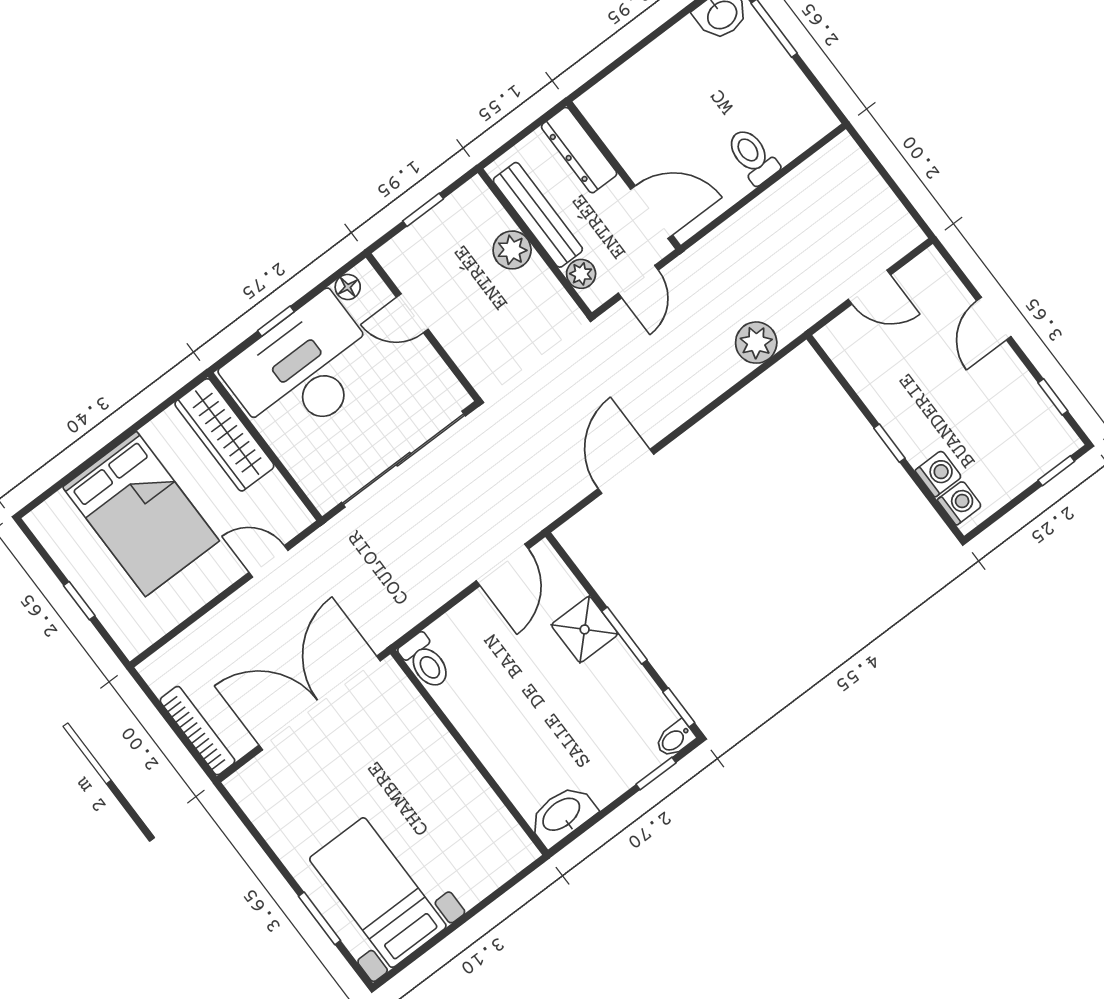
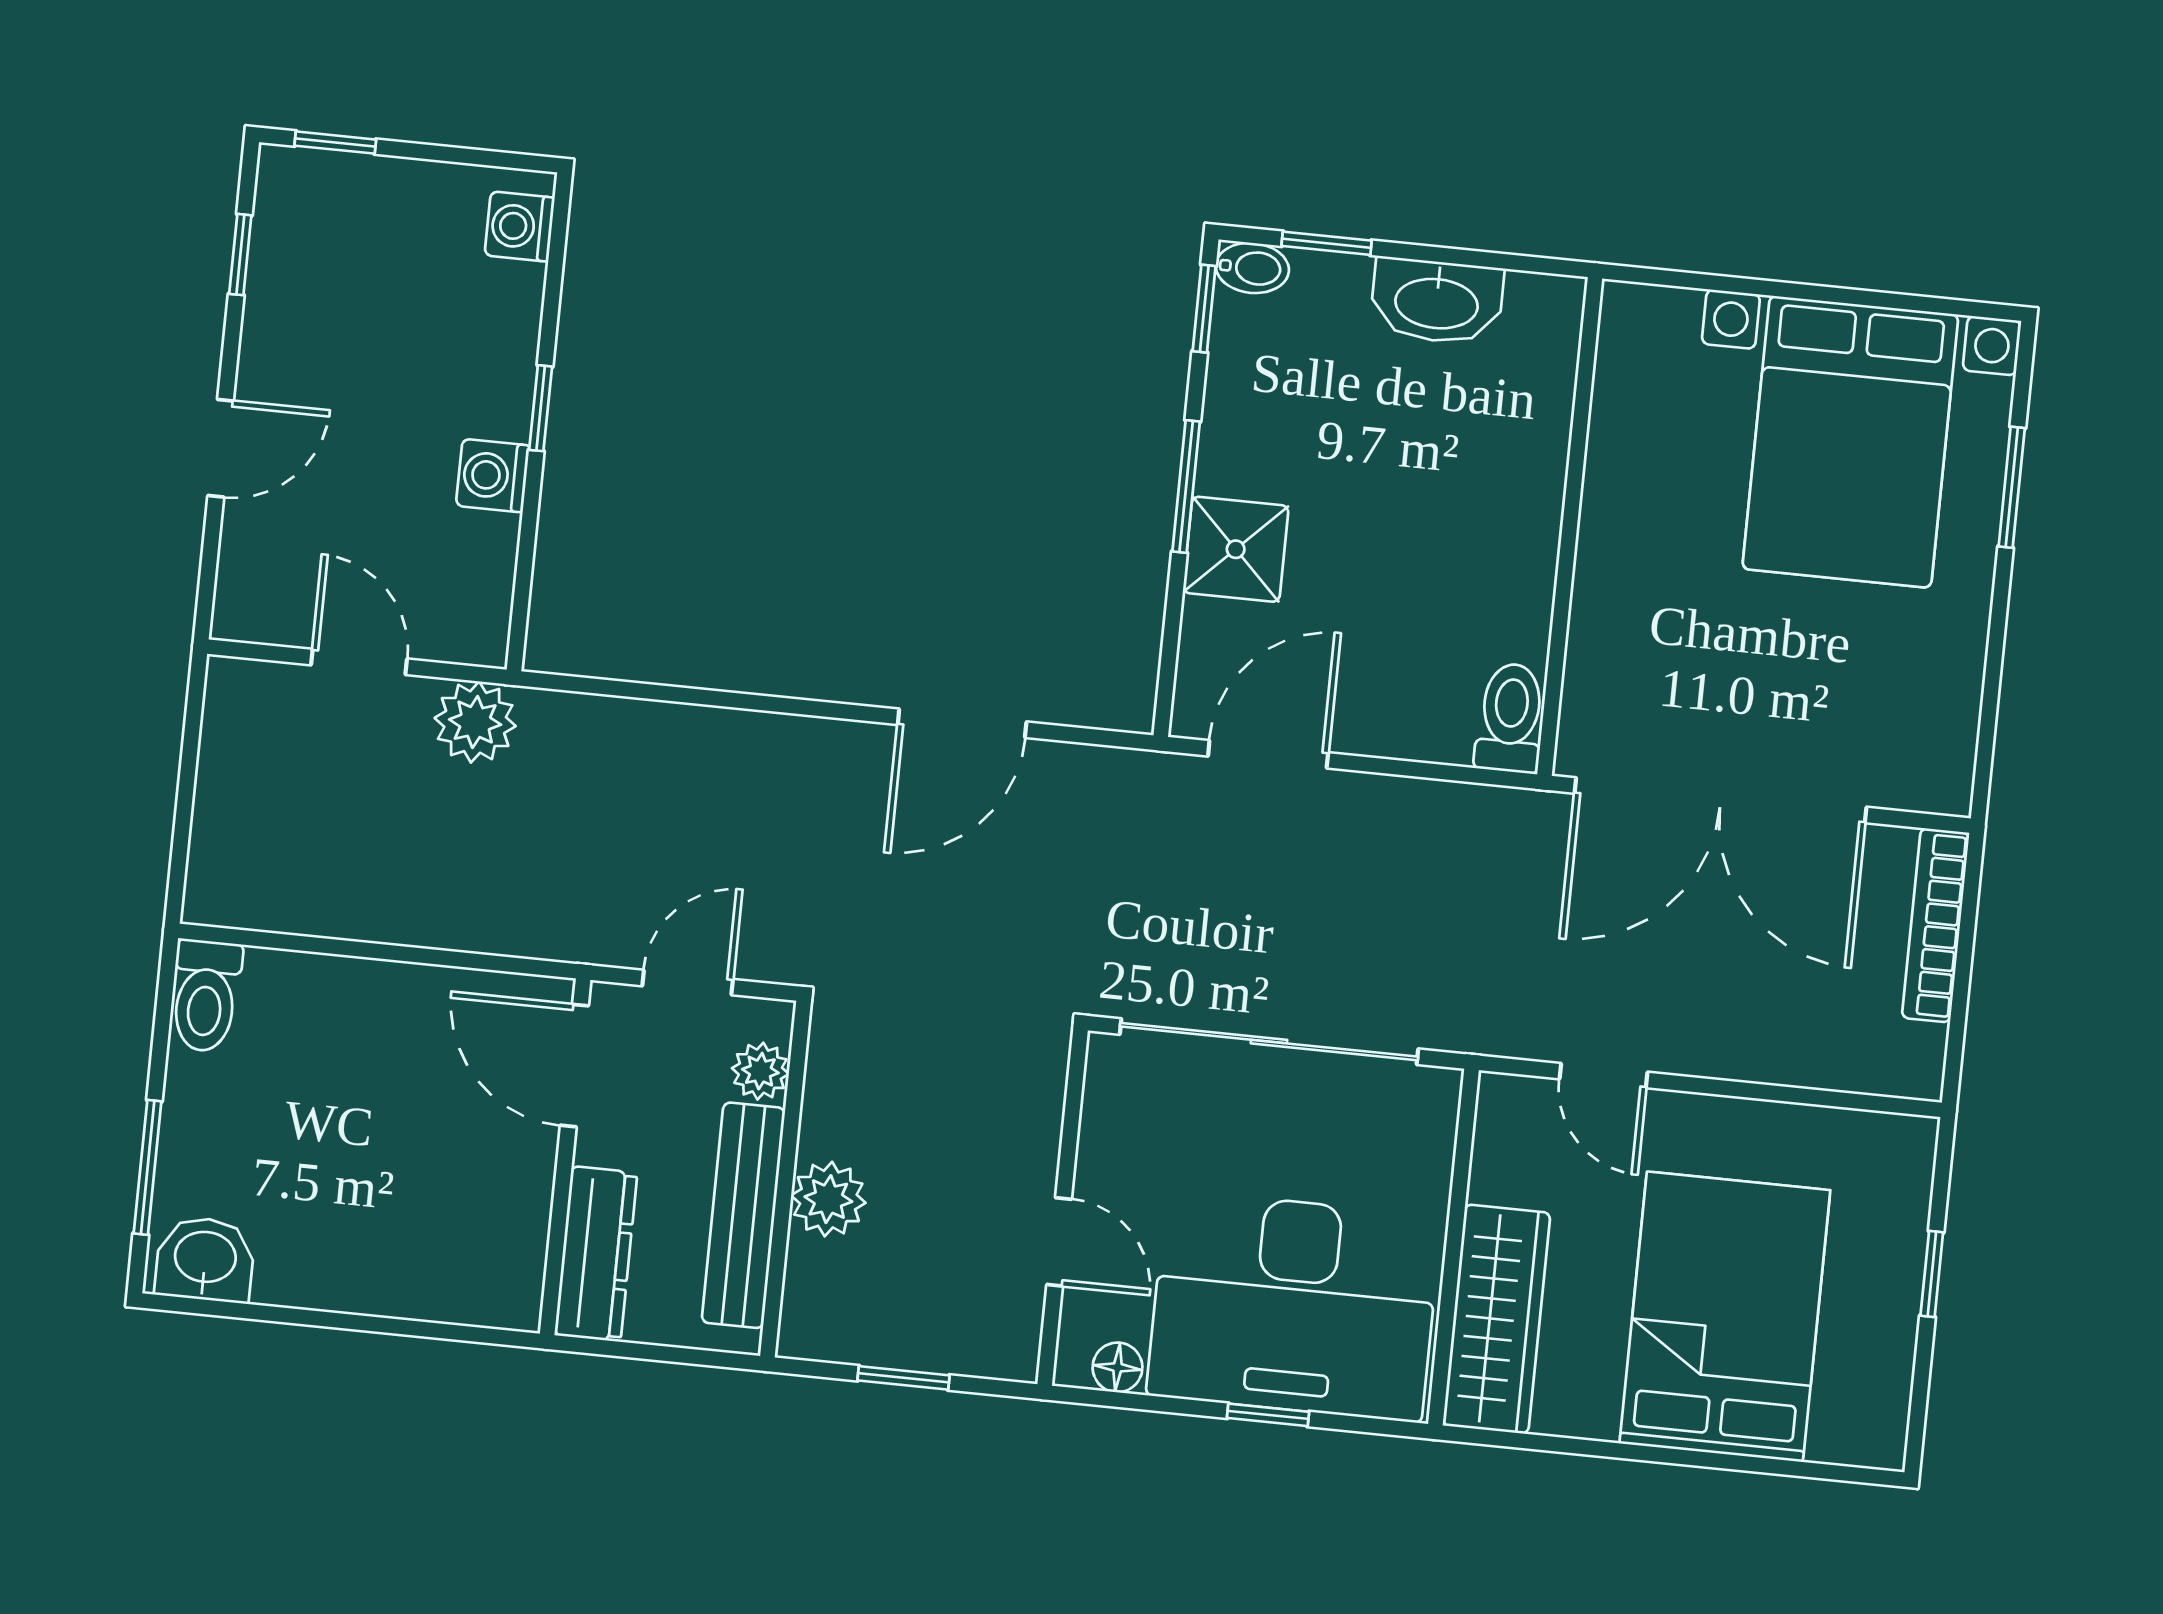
toilet: (753, 156) -> (206, 996), moved
plant: (756, 343) -> (475, 722), moved
washing machine: (938, 474) -> (493, 476), moved
washbasin: (562, 815) -> (1437, 301), moved
bed with nightstands: (378, 893) -> (1850, 442), width x1.36

